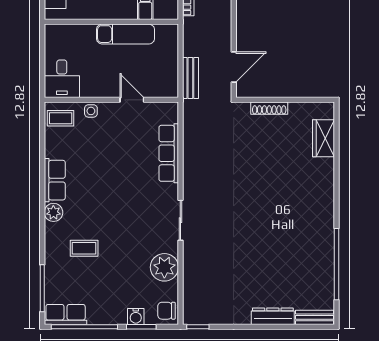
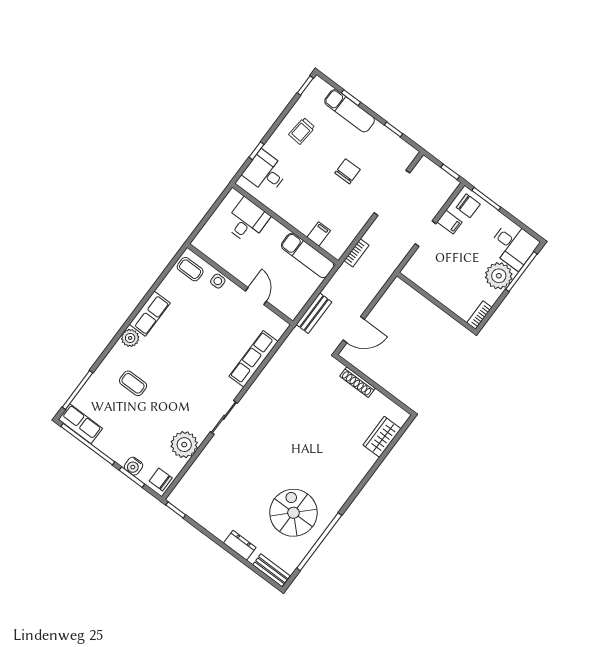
exam couch: (126, 34) -> (308, 255), moved
desk: (62, 79) -> (247, 221), moved, turned 180
spiral stairs: (297, 256) -> (293, 513), added
dresser: (273, 316) -> (240, 545), width x0.70

